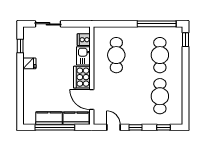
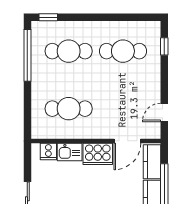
window: (135, 127) -> (164, 83), removed

